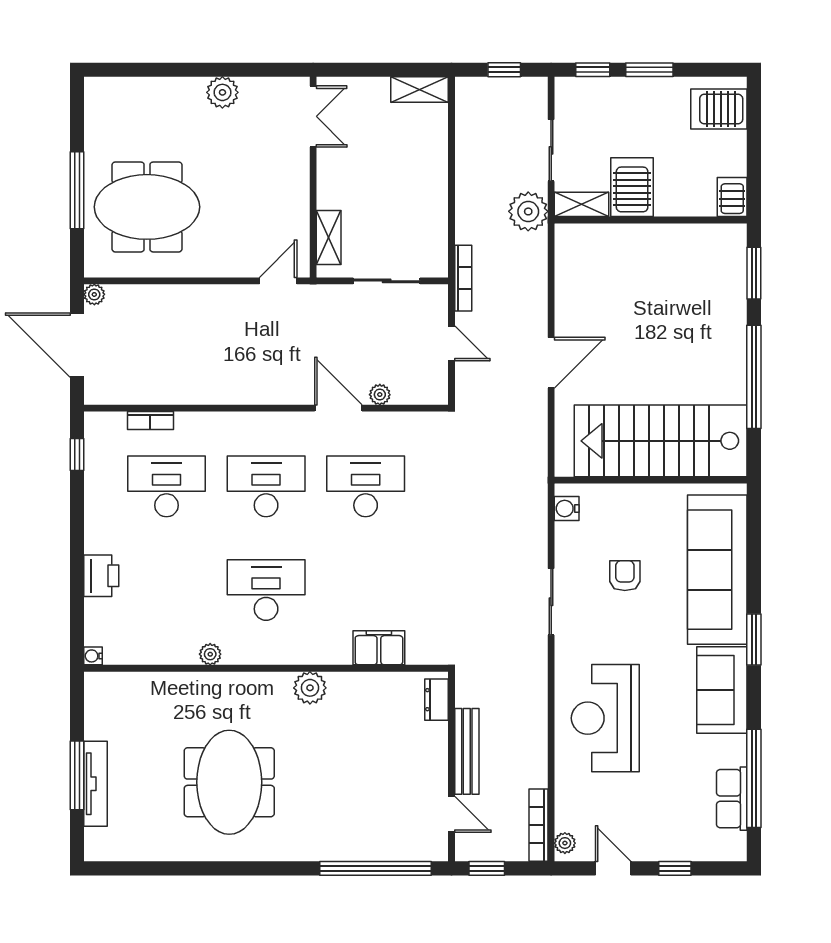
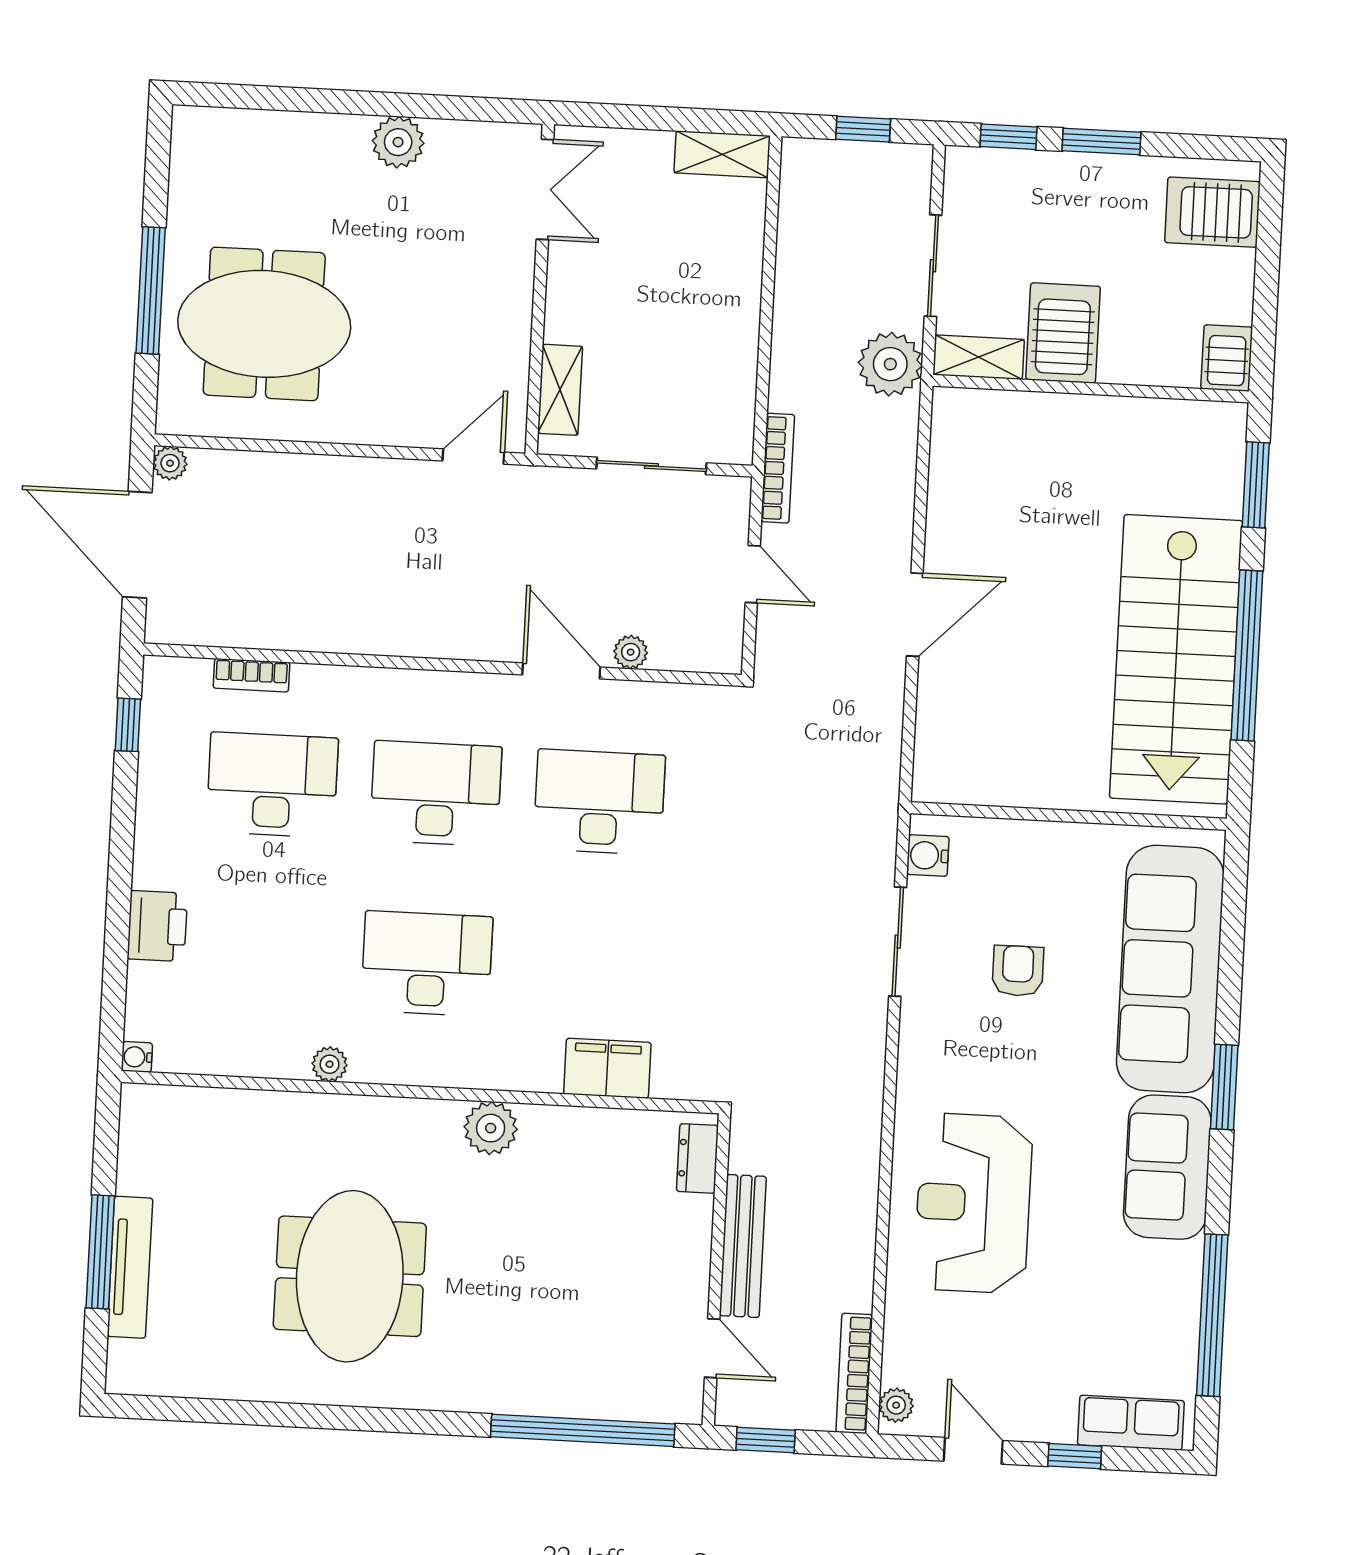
stairs: (661, 441) -> (1176, 659), moved, turned -90
sliding door: (551, 602) -> (898, 942), moved
row of seats: (732, 799) -> (1131, 1423), moved, turned 90

